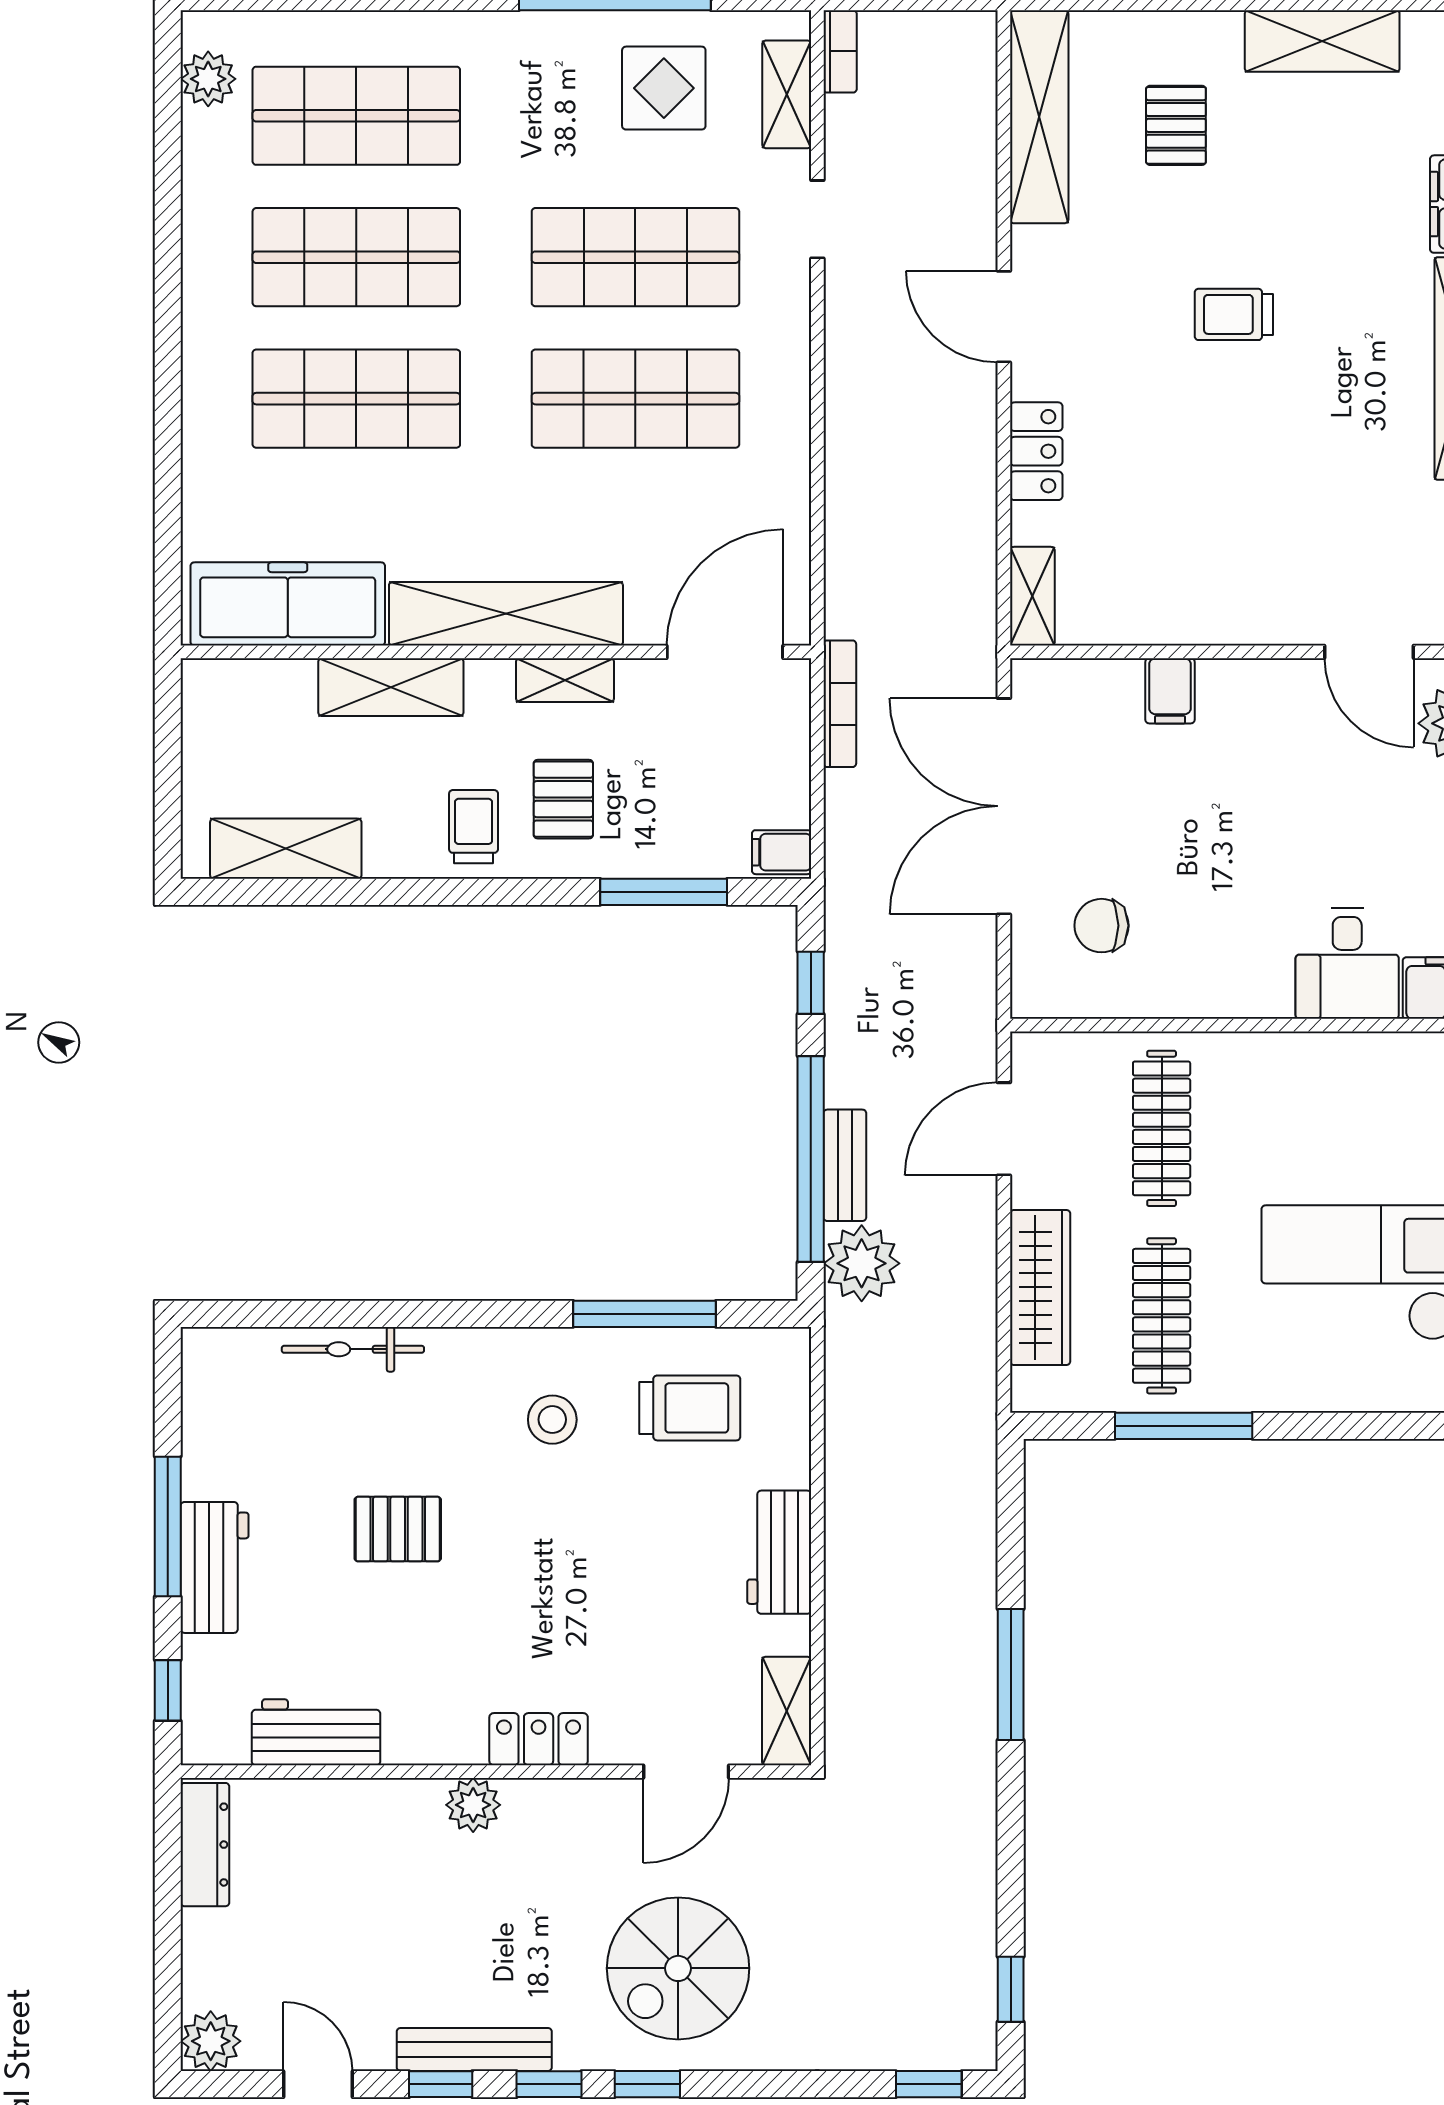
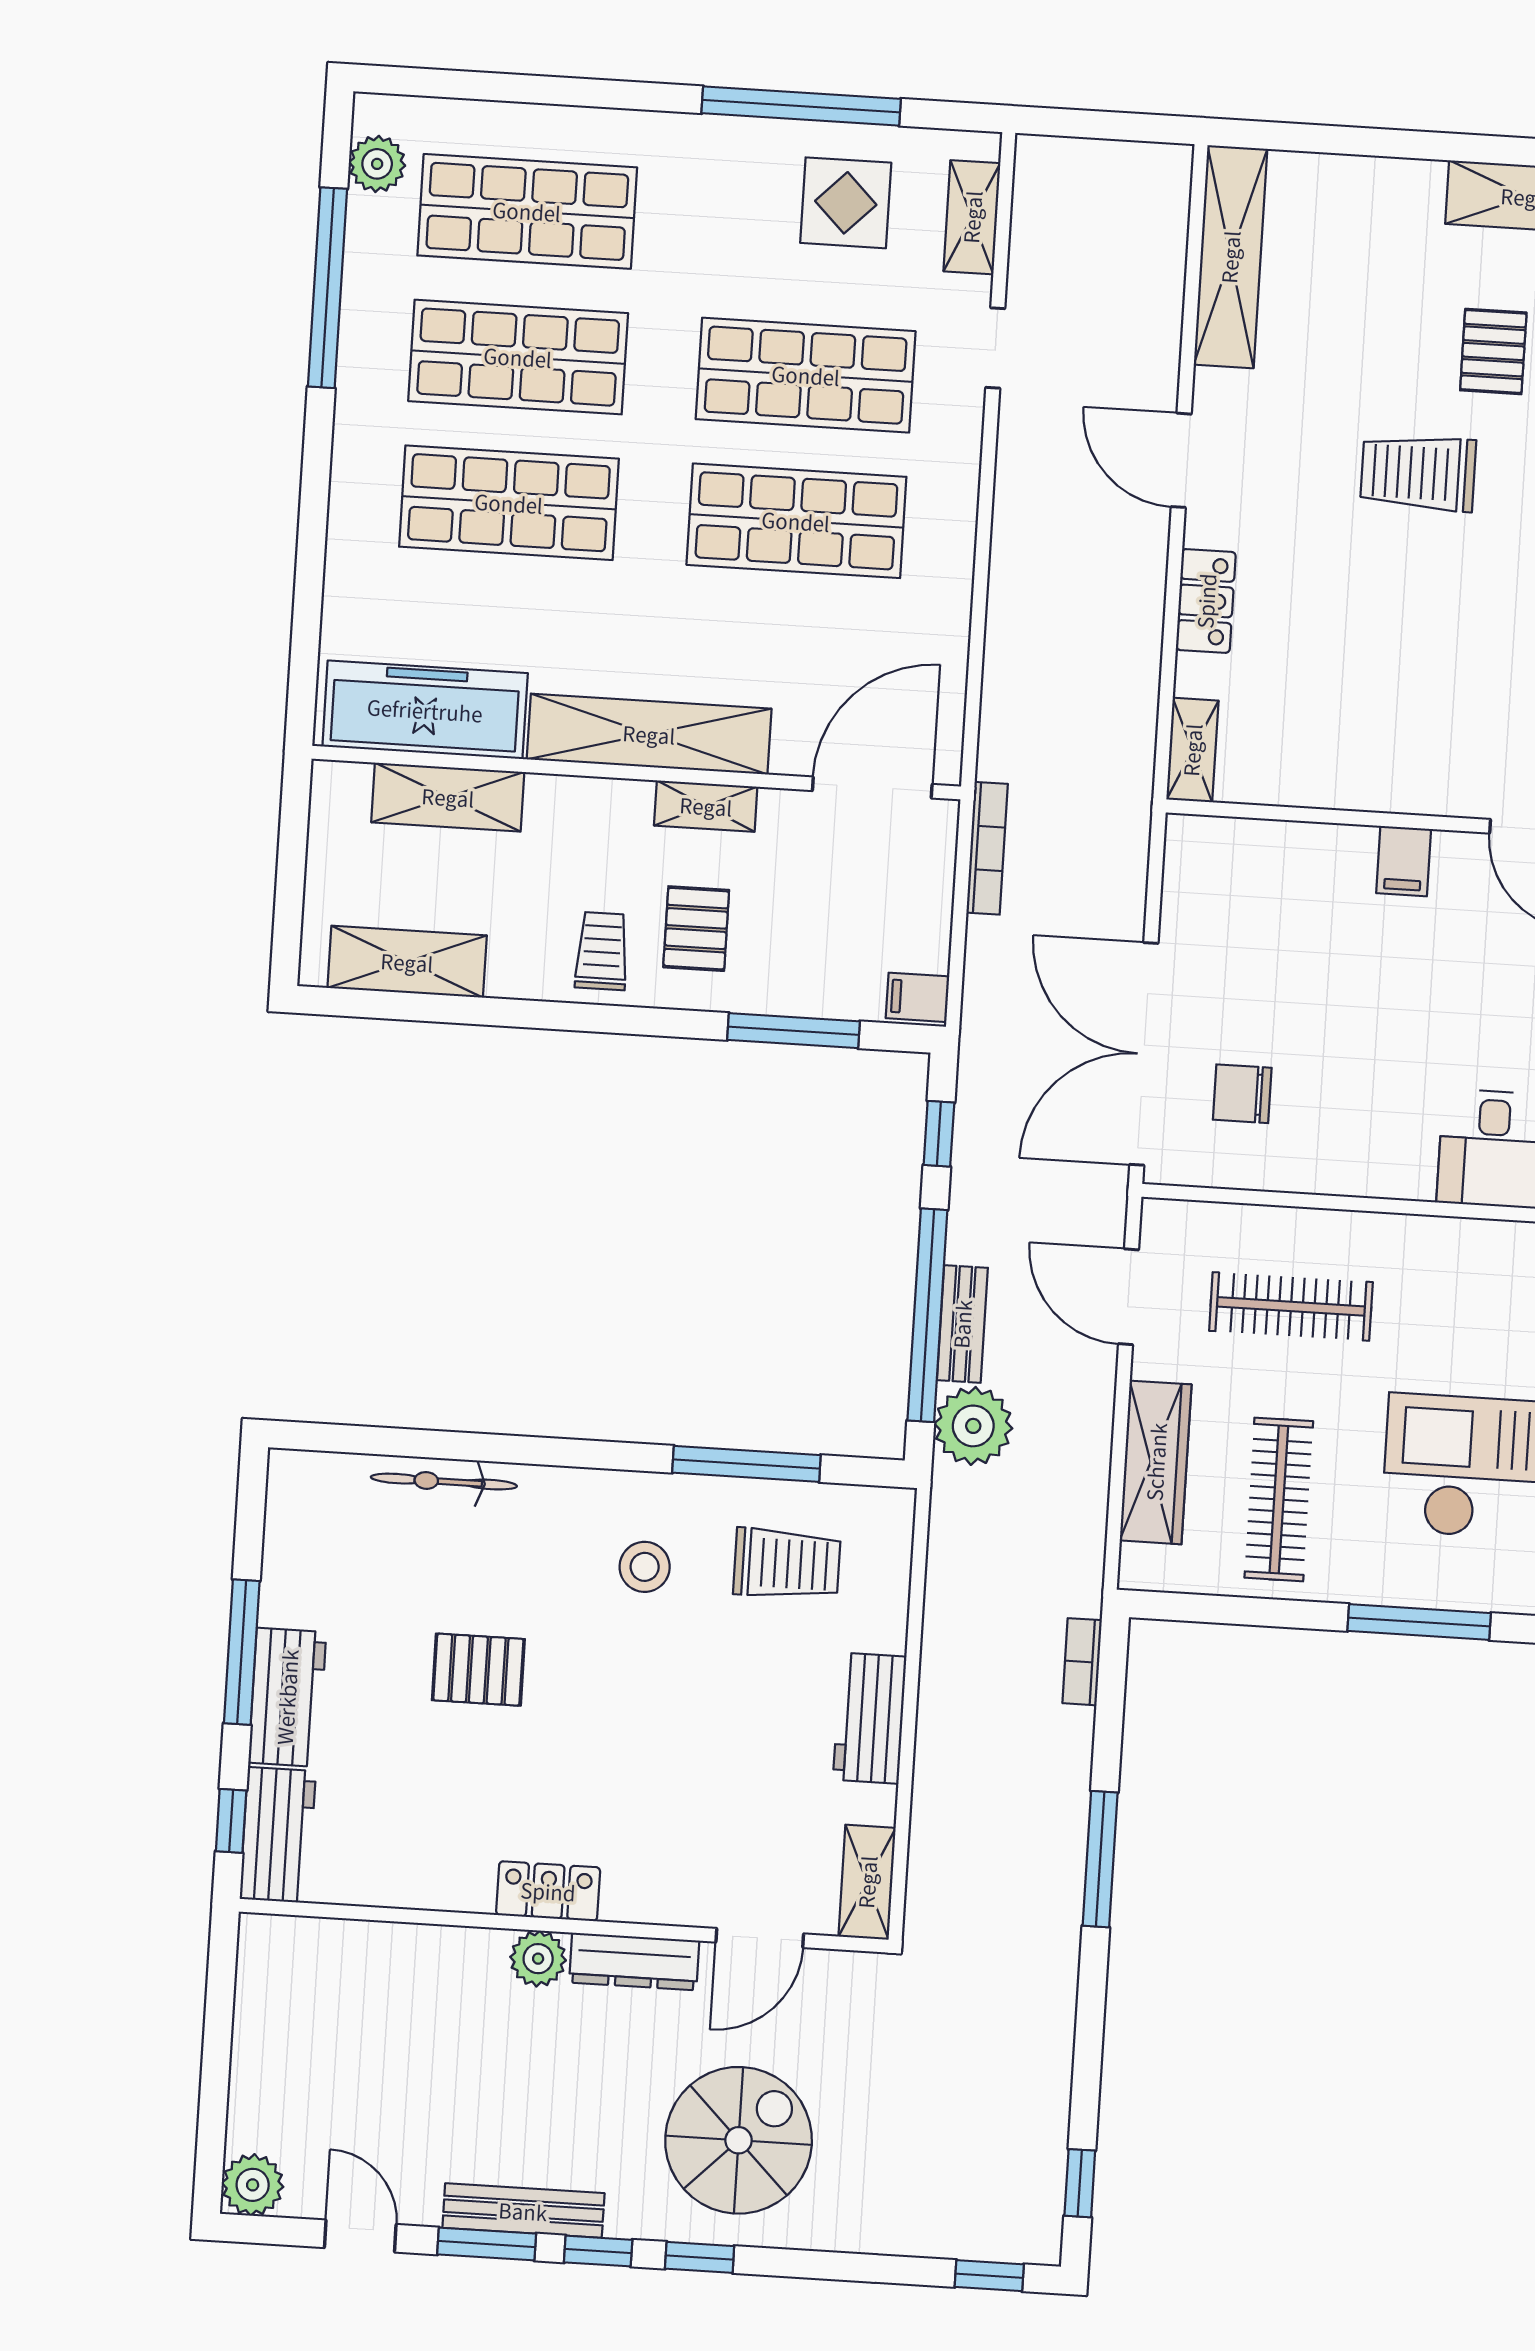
bookcase: (840, 51) -> (1082, 1662), moved, turned 180
pallet: (1176, 125) -> (1493, 351), moved
window: (168, 202) -> (328, 288), added
trolley: (1234, 314) -> (1418, 473), width x1.36, depth x1.39
shelving: (391, 687) -> (448, 797), moved
filing cabinet: (1170, 691) -> (1404, 861), moved
double door: (1004, 806) -> (1144, 1054), moved
clothes rail: (1162, 1128) -> (1291, 1306), turned 90
door: (1004, 1129) -> (1129, 1297), hinge flipped
window: (1184, 1426) -> (1419, 1622), moved
workbench: (316, 1732) -> (278, 1835), moved, turned 90
locker: (539, 1739) -> (548, 1891), moved
dresser: (205, 1845) -> (634, 1962), moved, turned 90
spiral stairs: (678, 1968) -> (739, 2140), turned 180
window: (441, 2084) -> (487, 2244), width x1.50

